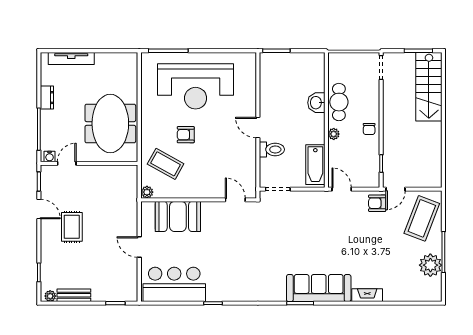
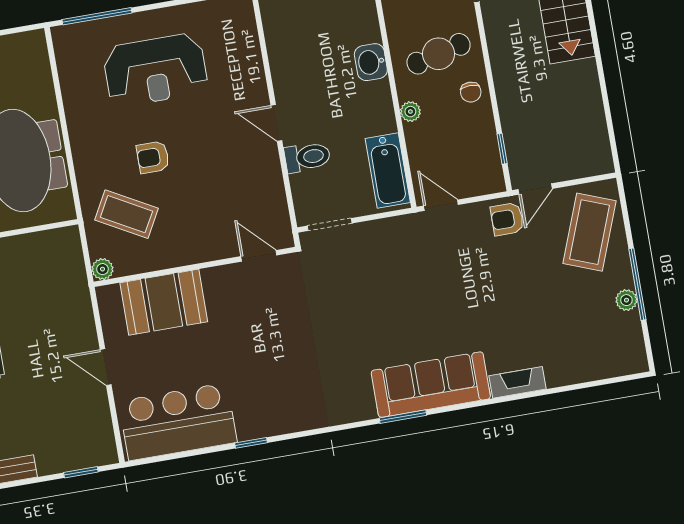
reception desk: (196, 86) -> (155, 70), width x0.74, depth x0.77
cafe table: (339, 102) -> (439, 54), moved, turned 76
plant: (430, 265) -> (626, 300), width x0.53, depth x0.53

